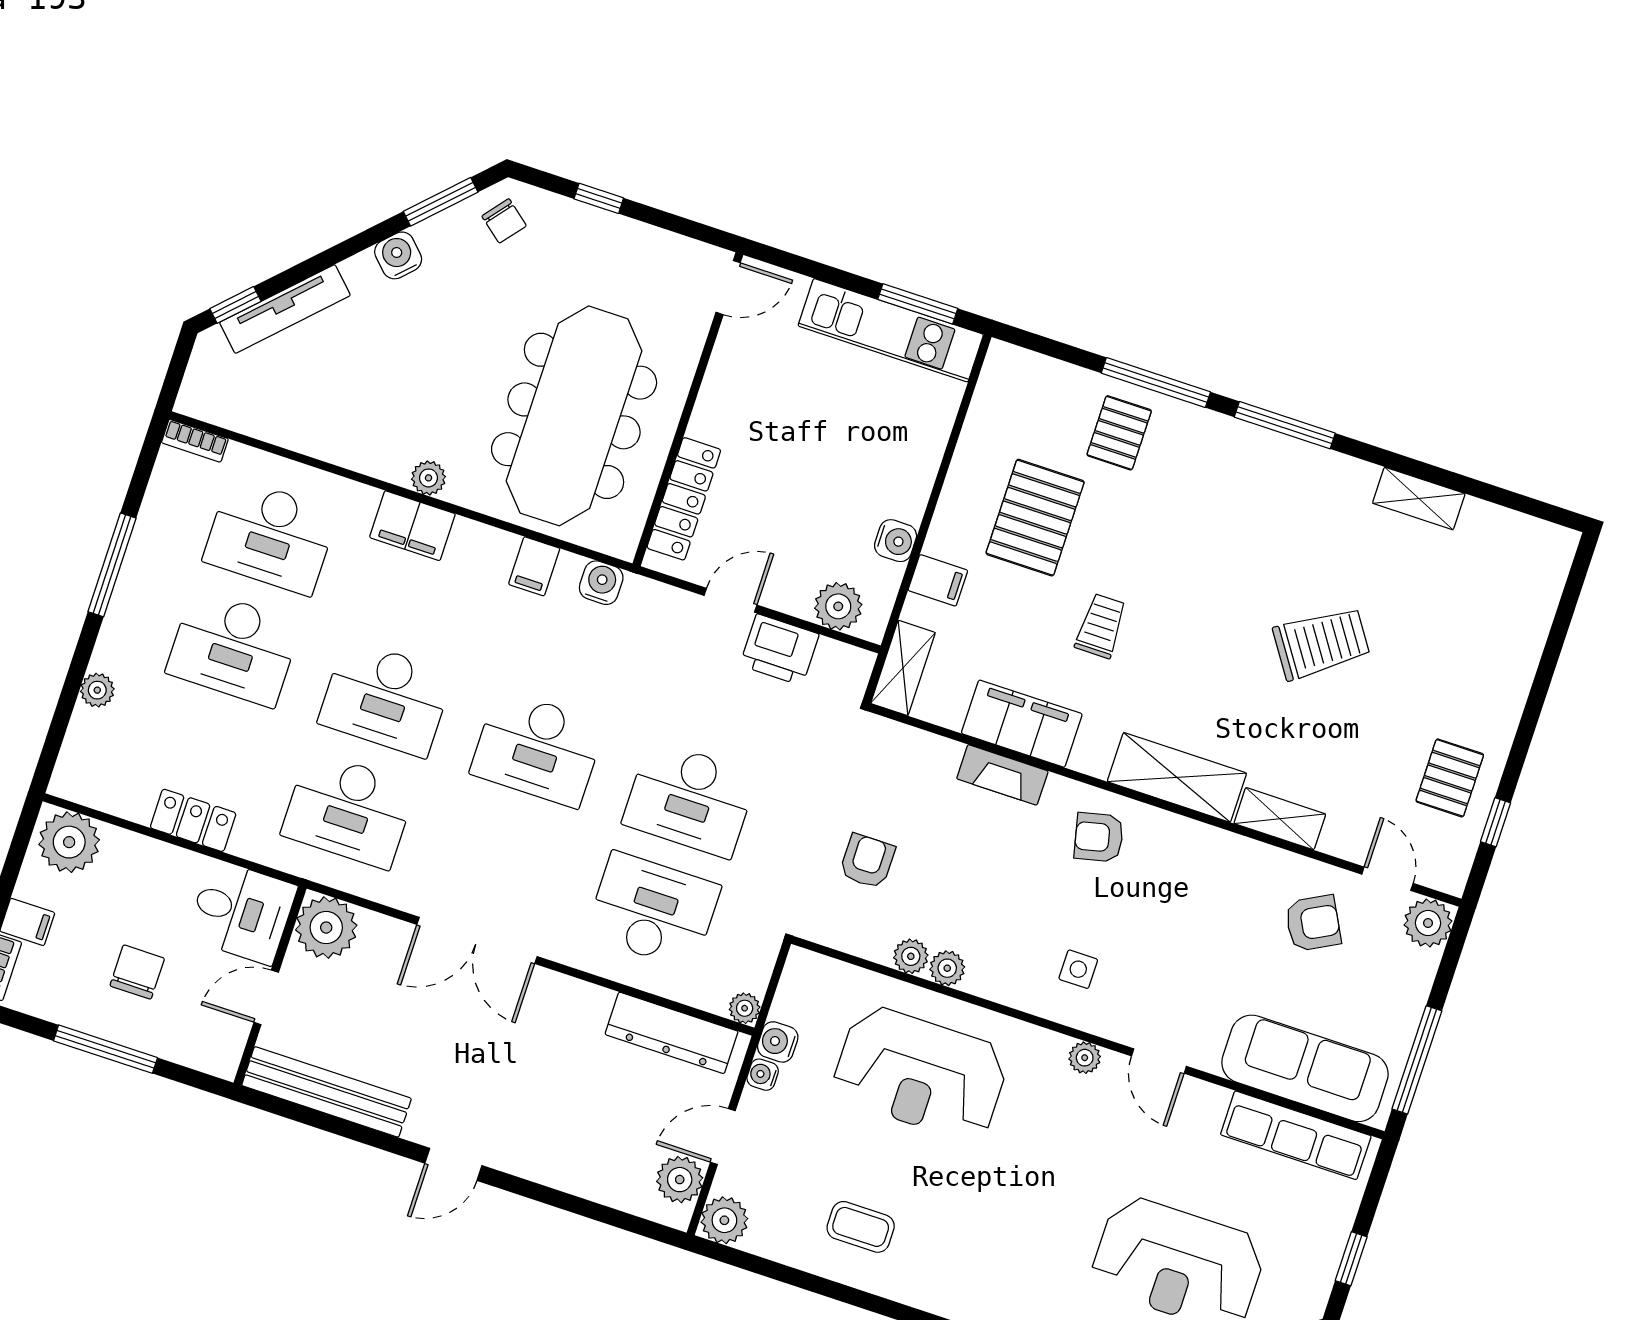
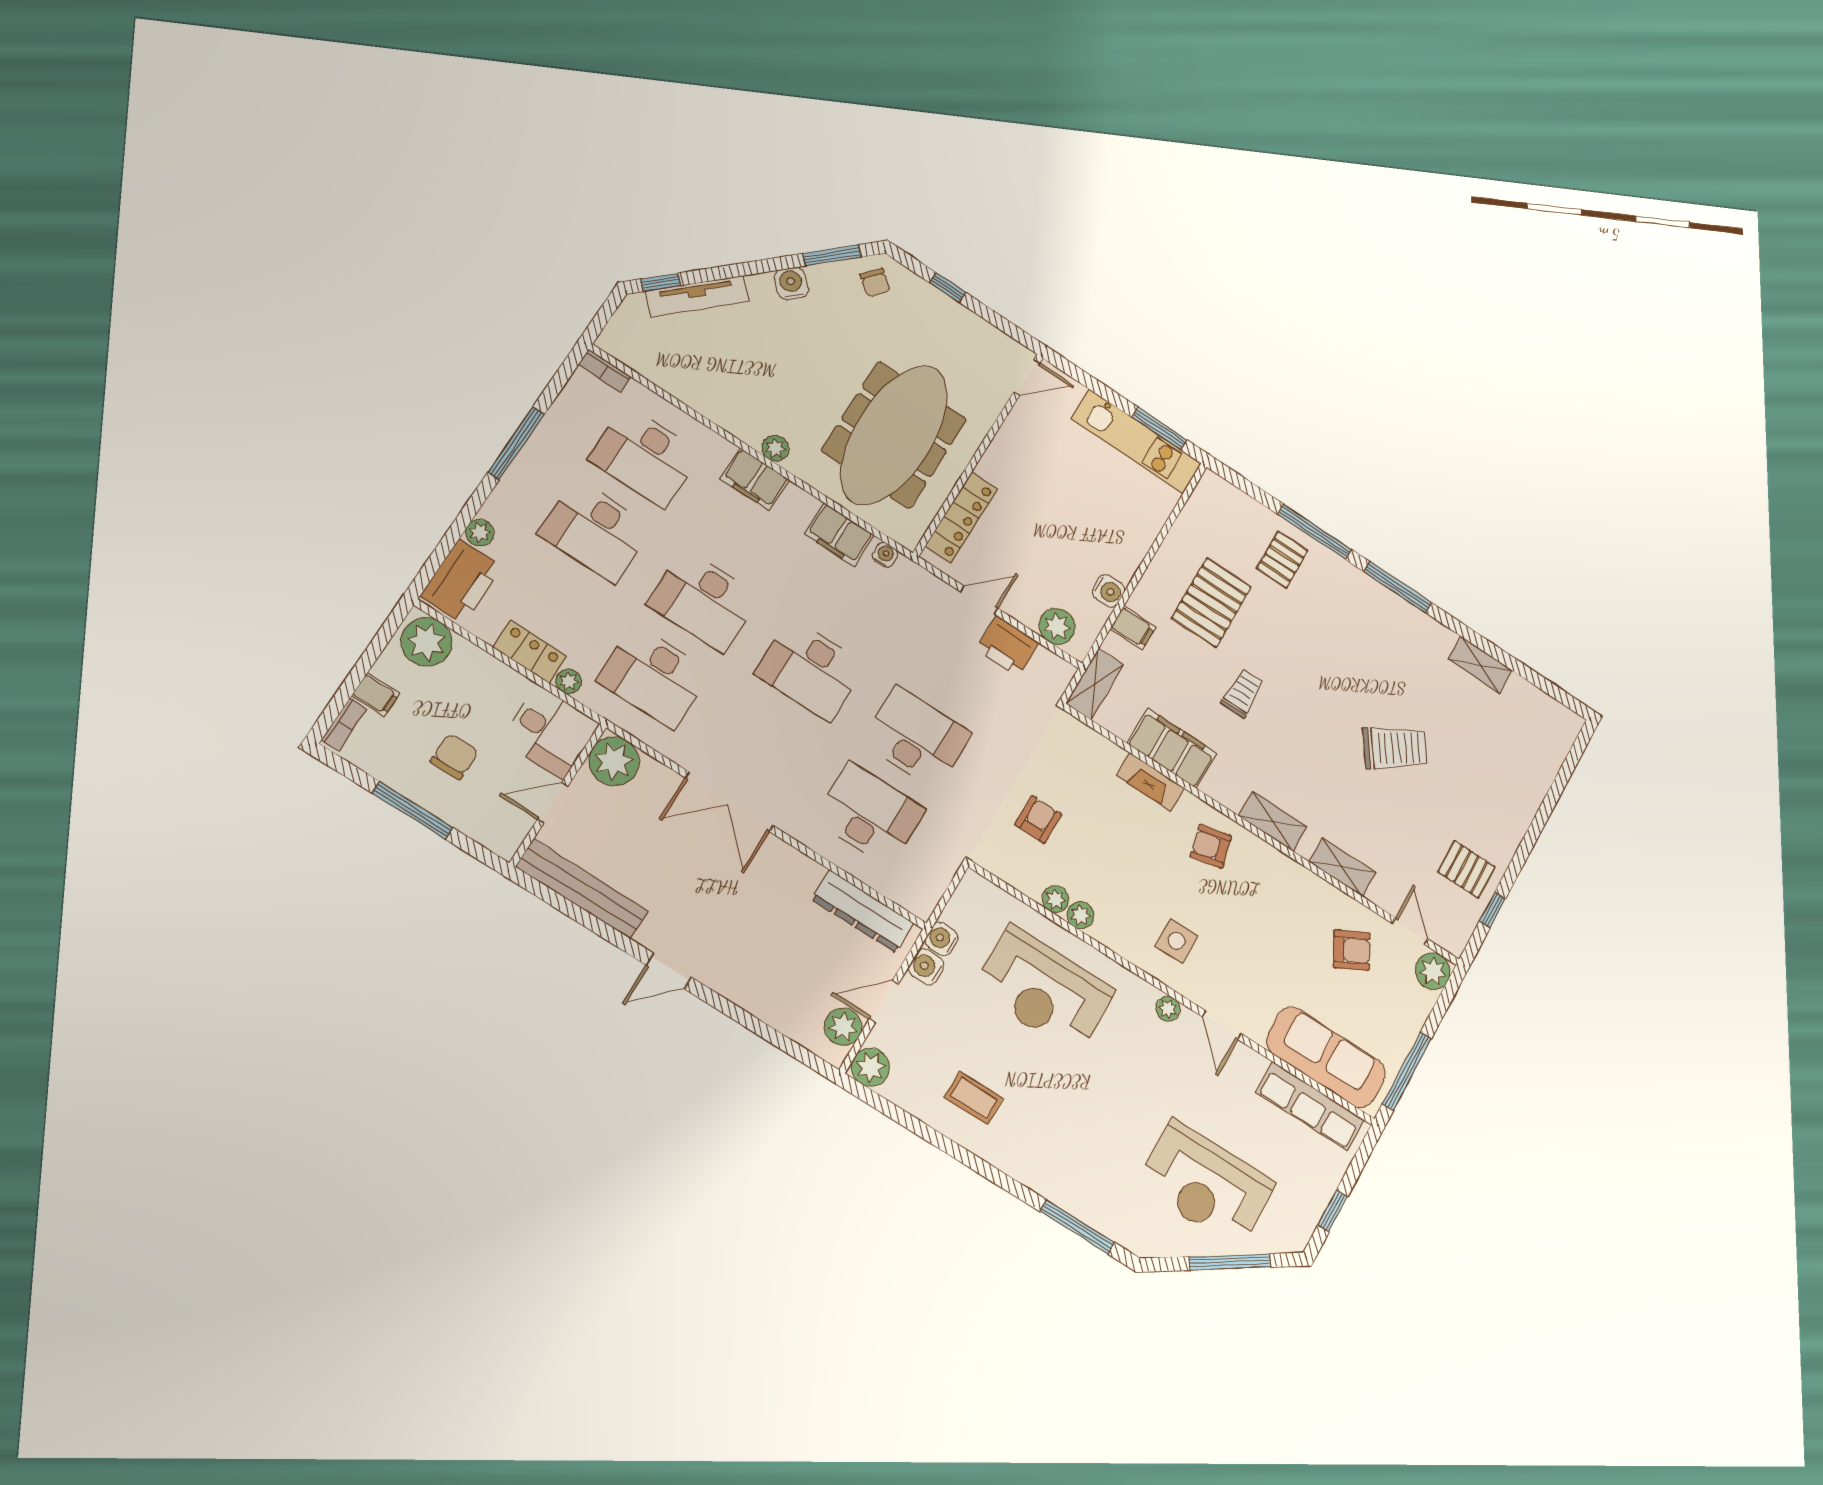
filing cabinet: (534, 566) -> (839, 535), width x2.00
water cooler: (601, 583) -> (885, 555), width x0.72, depth x0.72
printer: (91, 756) -> (462, 581), added
shelving: (1177, 777) -> (1273, 822), width x0.67, depth x0.75
pallet: (1450, 778) -> (1466, 869), turned 90
desk: (690, 799) -> (916, 738), turned 180
side table: (1078, 969) -> (1176, 941), width x1.37, depth x1.37
plant: (745, 1008) -> (569, 681), moved
water cooler: (763, 1075) -> (926, 967), width x1.38, depth x1.38

